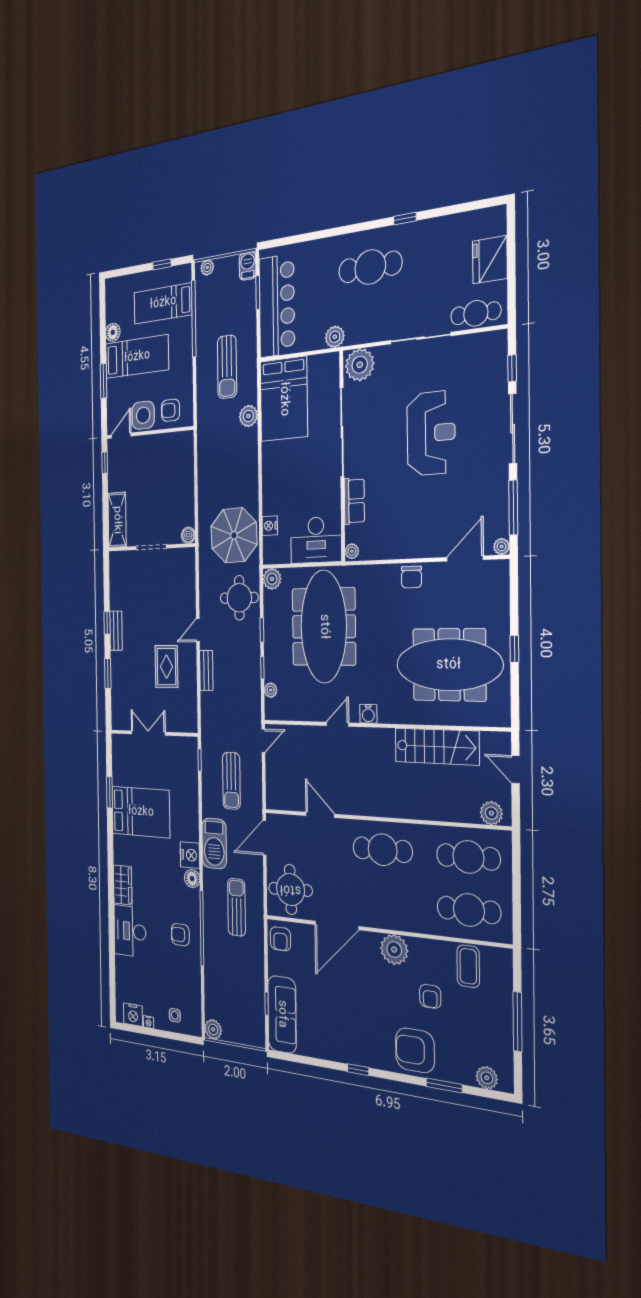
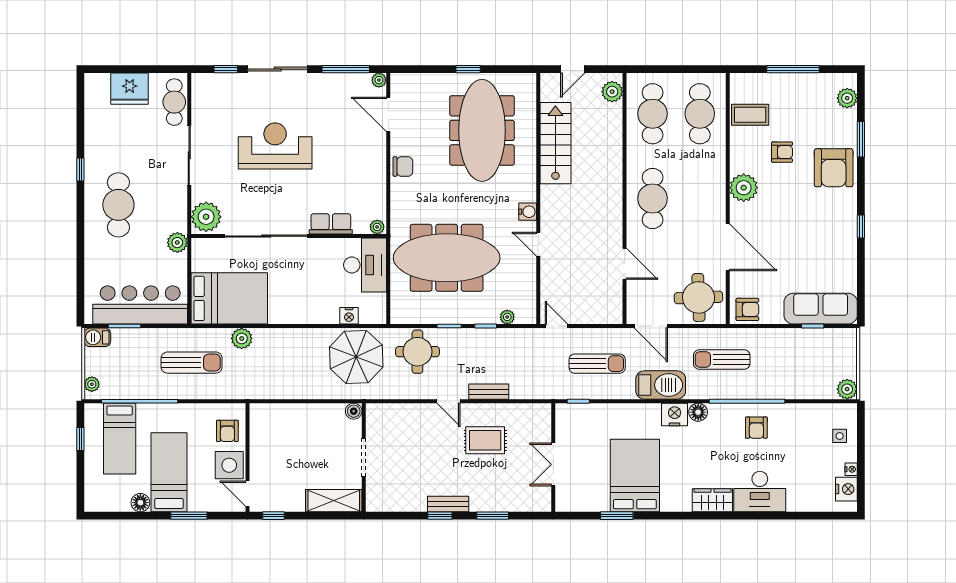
plant: (272, 579) -> (400, 314), removed
door: (320, 815) -> (625, 264), swing flipped

